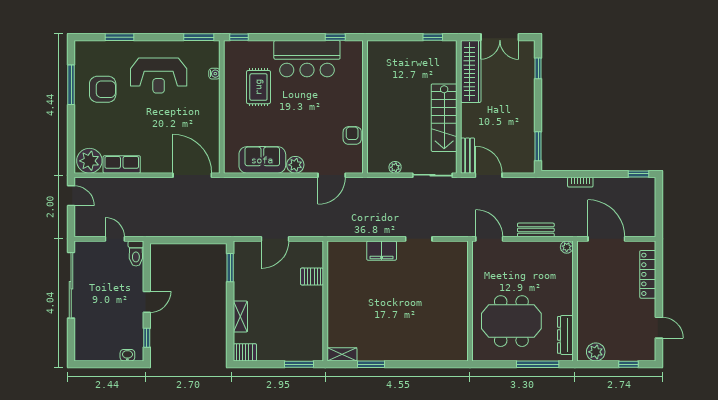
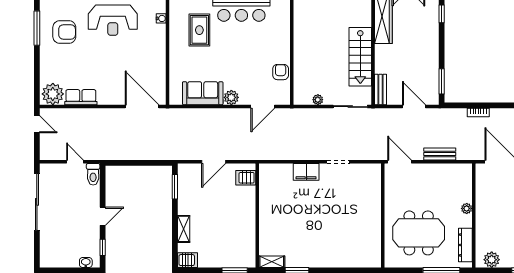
door: (489, 175) -> (414, 107), moved
plant: (567, 247) -> (467, 208), moved
server rack: (312, 276) -> (246, 178), moved

